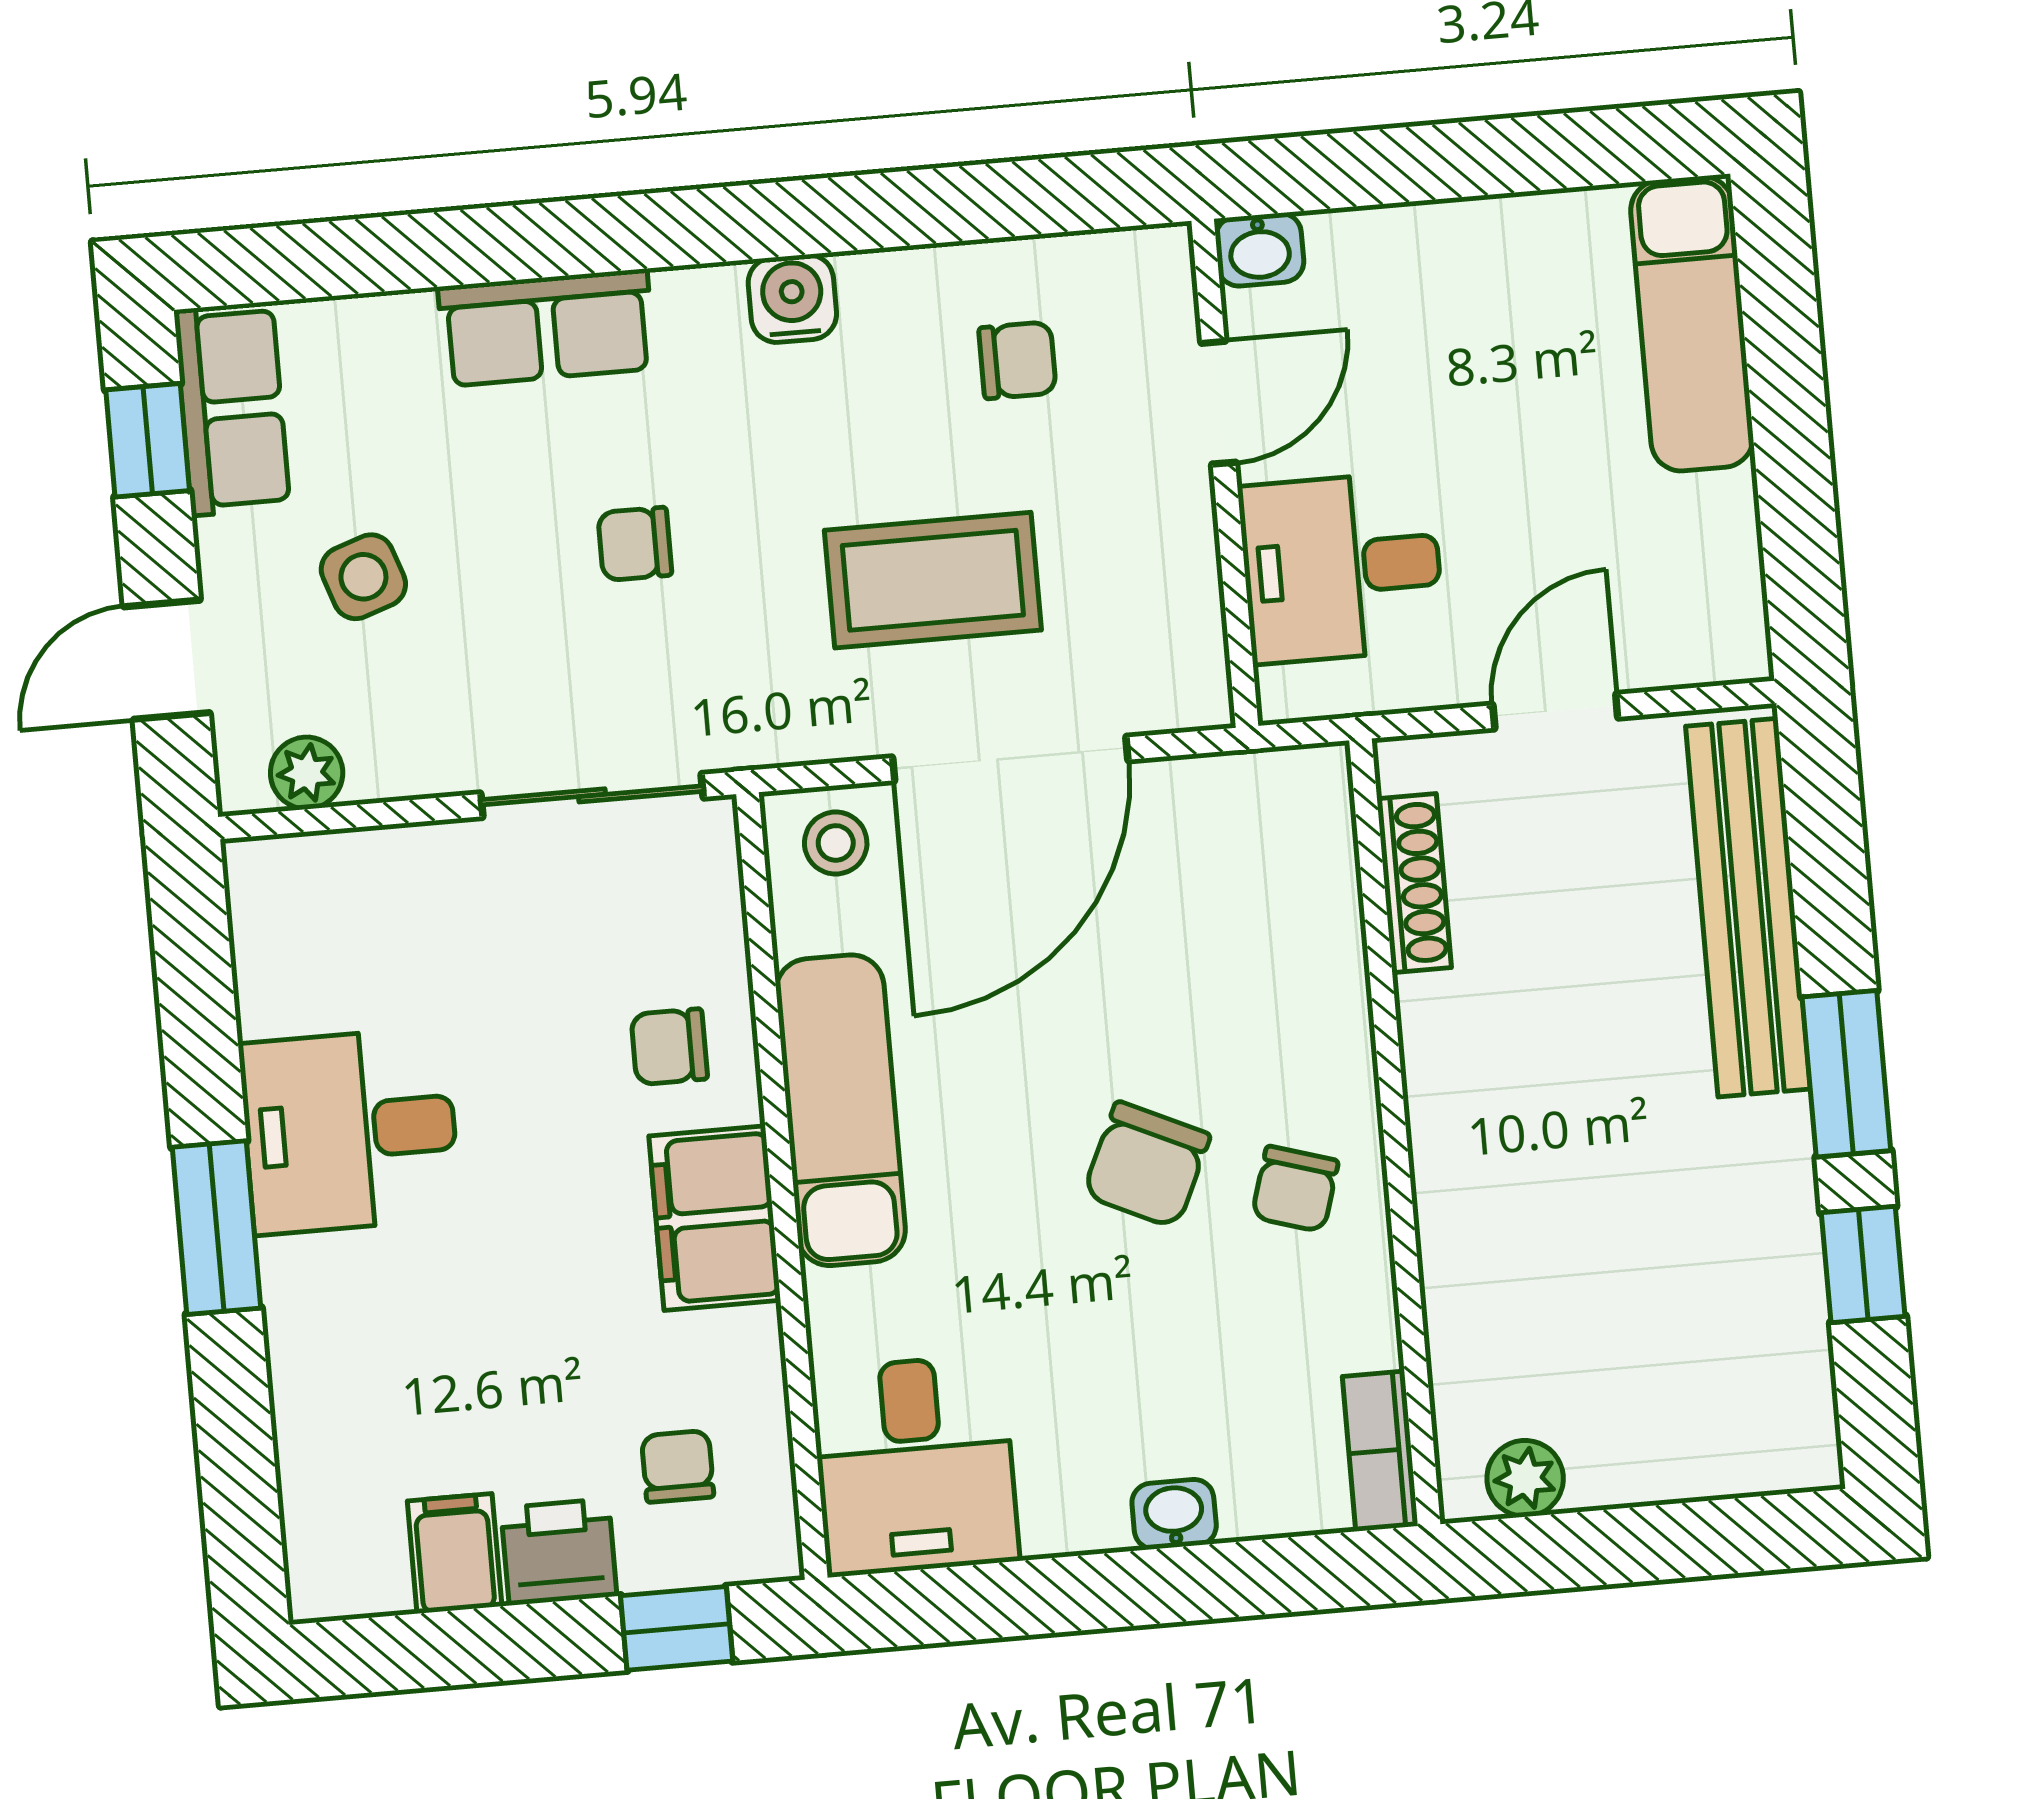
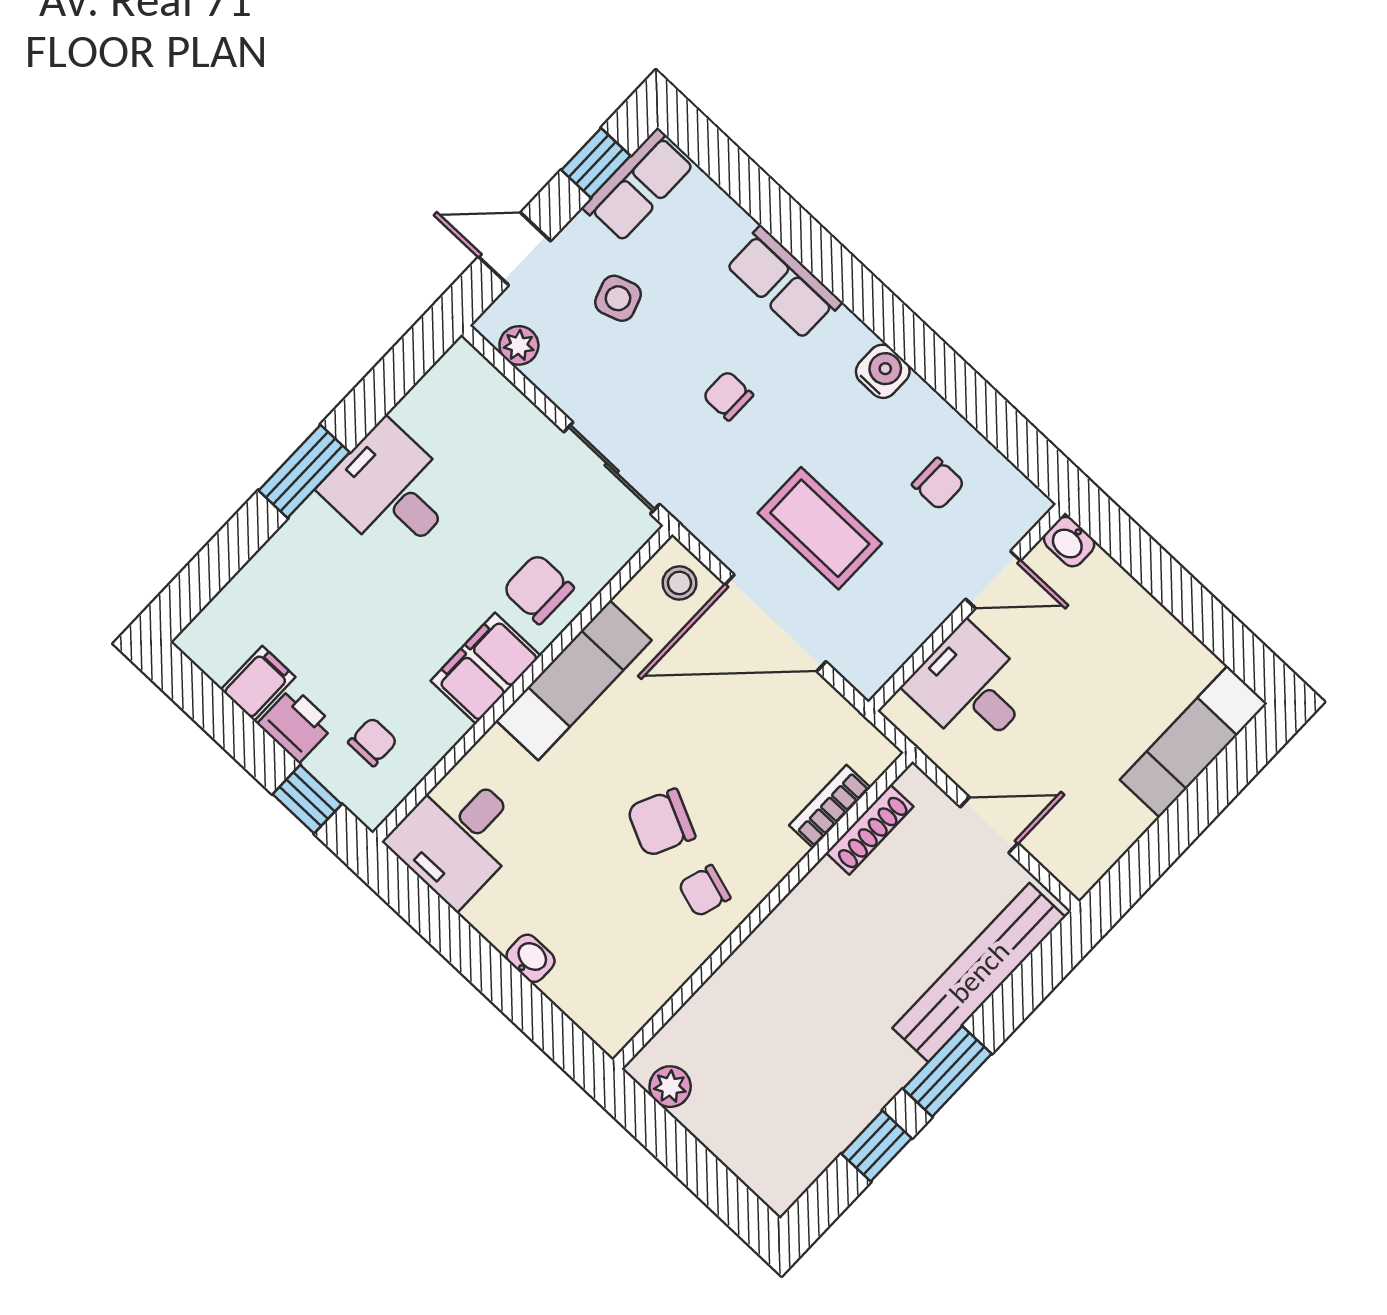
chair: (669, 1047) -> (538, 589), width x1.37, depth x1.37
bookcase: (1380, 1451) -> (830, 807), moved

